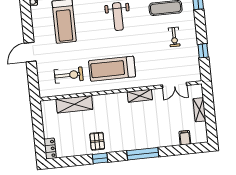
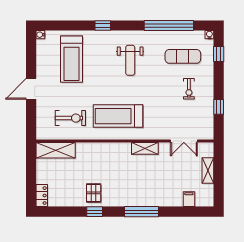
shelving: (74, 104) -> (56, 150), moved

